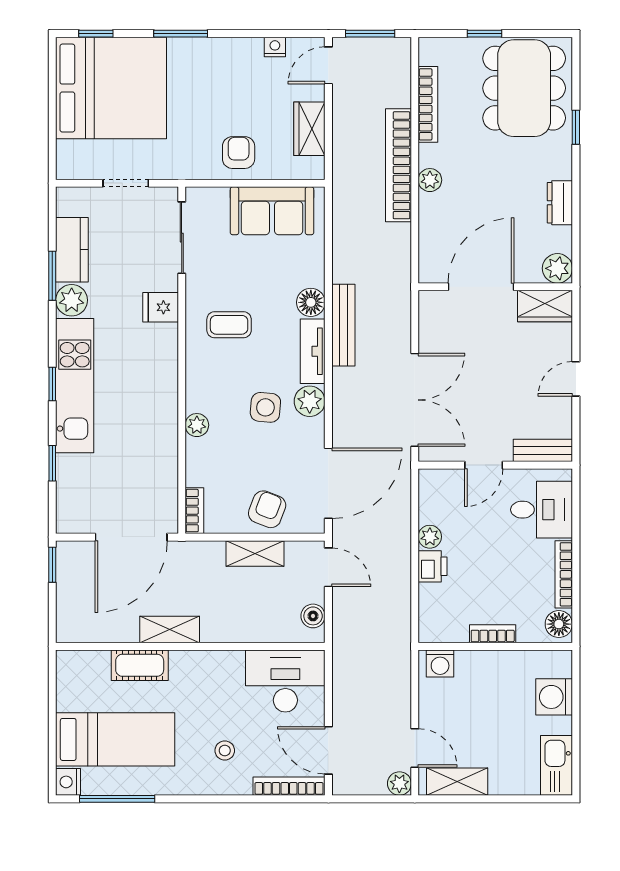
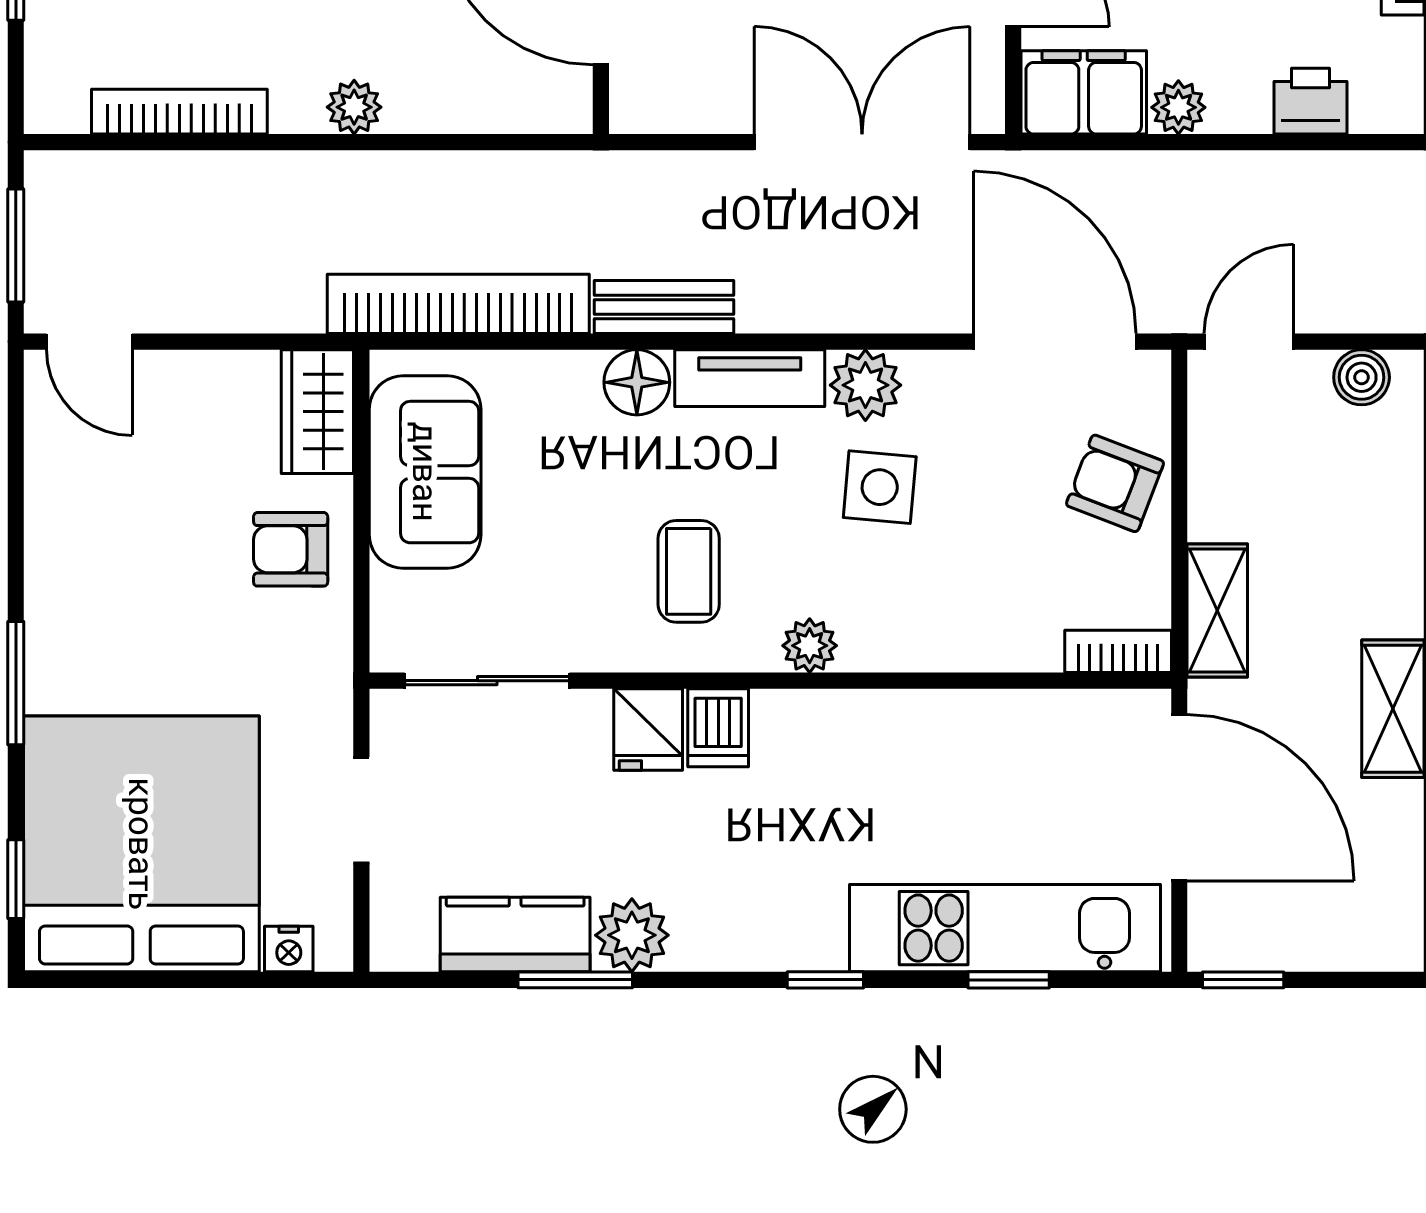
nightstand: (275, 47) -> (289, 949), moved, turned -90
wardrobe: (309, 129) -> (317, 412), moved, turned 90
bookcase: (398, 165) -> (458, 304), moved, turned 180
bench: (343, 325) -> (664, 307), width x0.73
dishwasher: (161, 338) -> (718, 728), added
kitchen unit: (75, 386) -> (1005, 928), moved
plant: (197, 425) -> (810, 646), moved
filing cabinet: (436, 496) -> (1084, 92), added
shelving: (255, 554) -> (1217, 610), moved
printer: (432, 566) -> (1311, 101), moved

